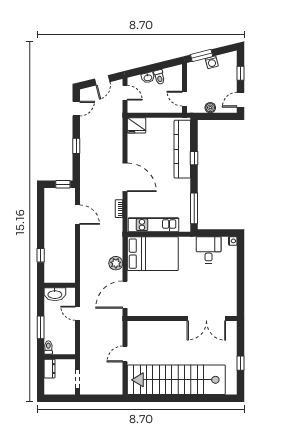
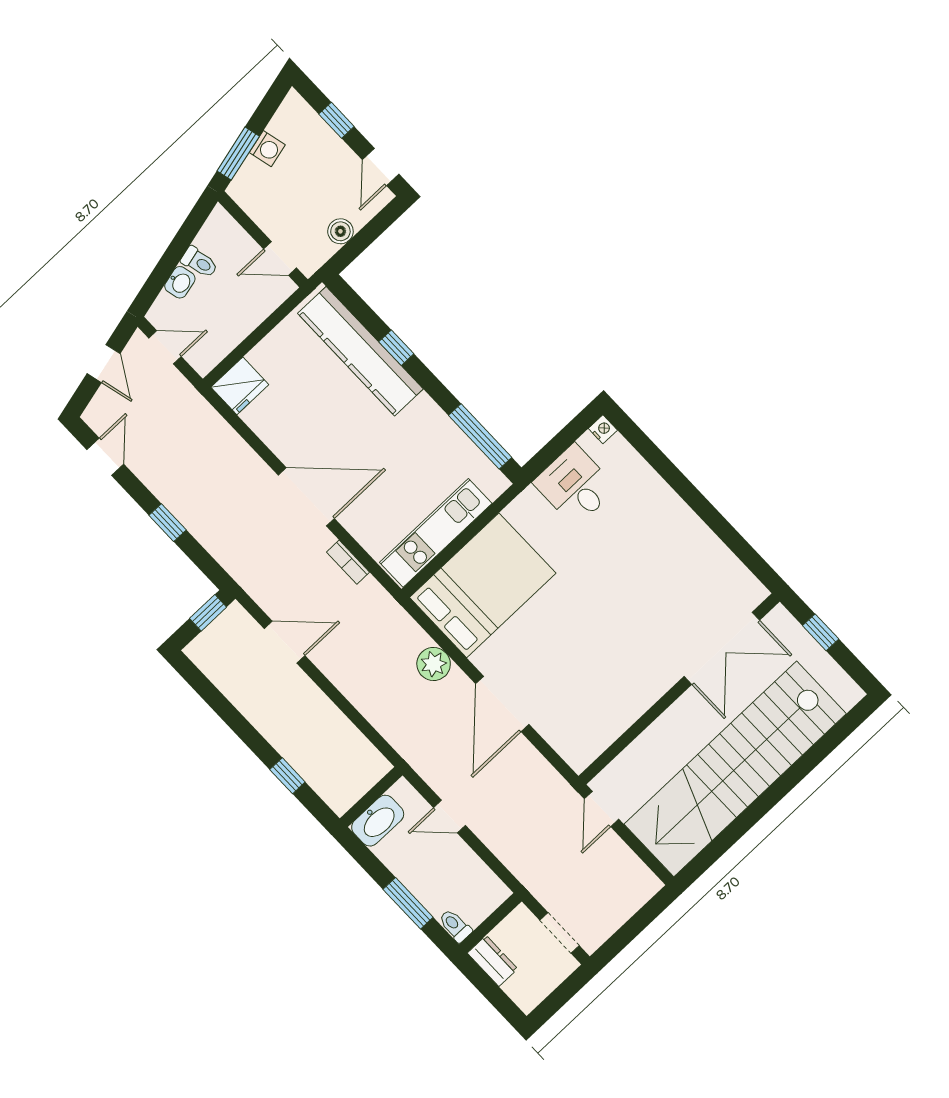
wall: (182, 319) -> (679, 689), moved
double door: (206, 319) -> (722, 648), moved

